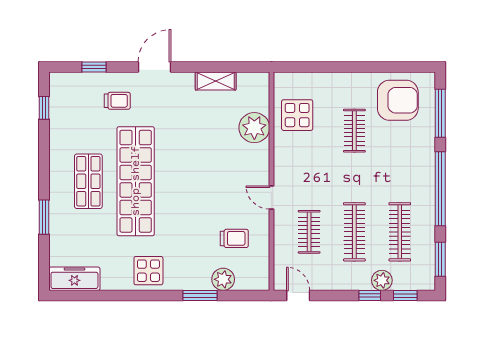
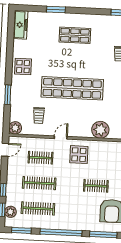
display table: (297, 115) -> (79, 155), moved
shop shelf: (136, 181) -> (72, 88), moved
plant: (223, 279) -> (15, 128), moved
plant: (382, 280) -> (10, 212), moved

